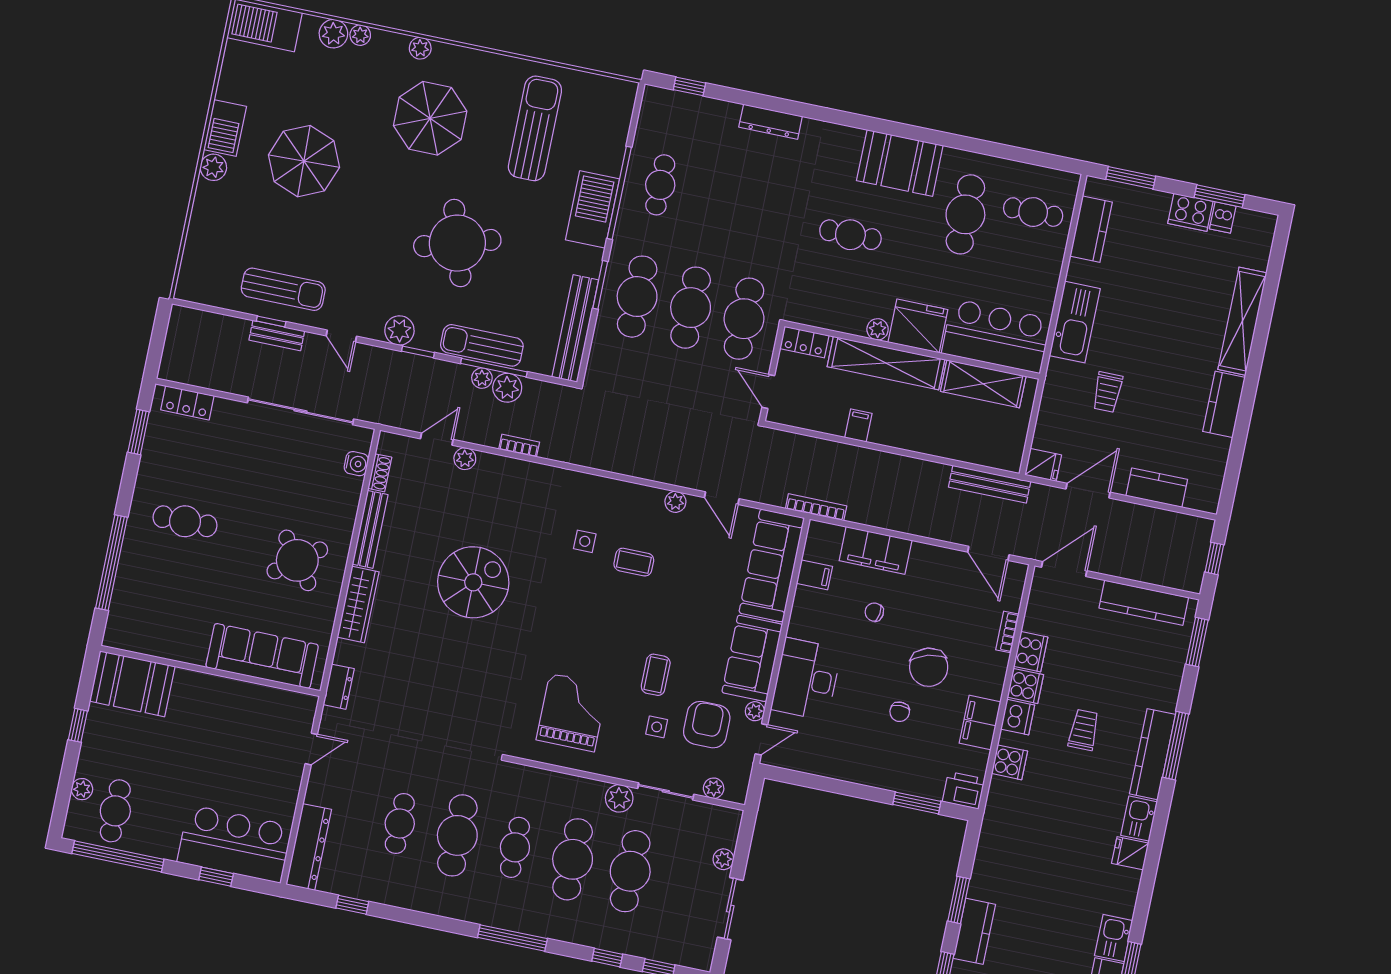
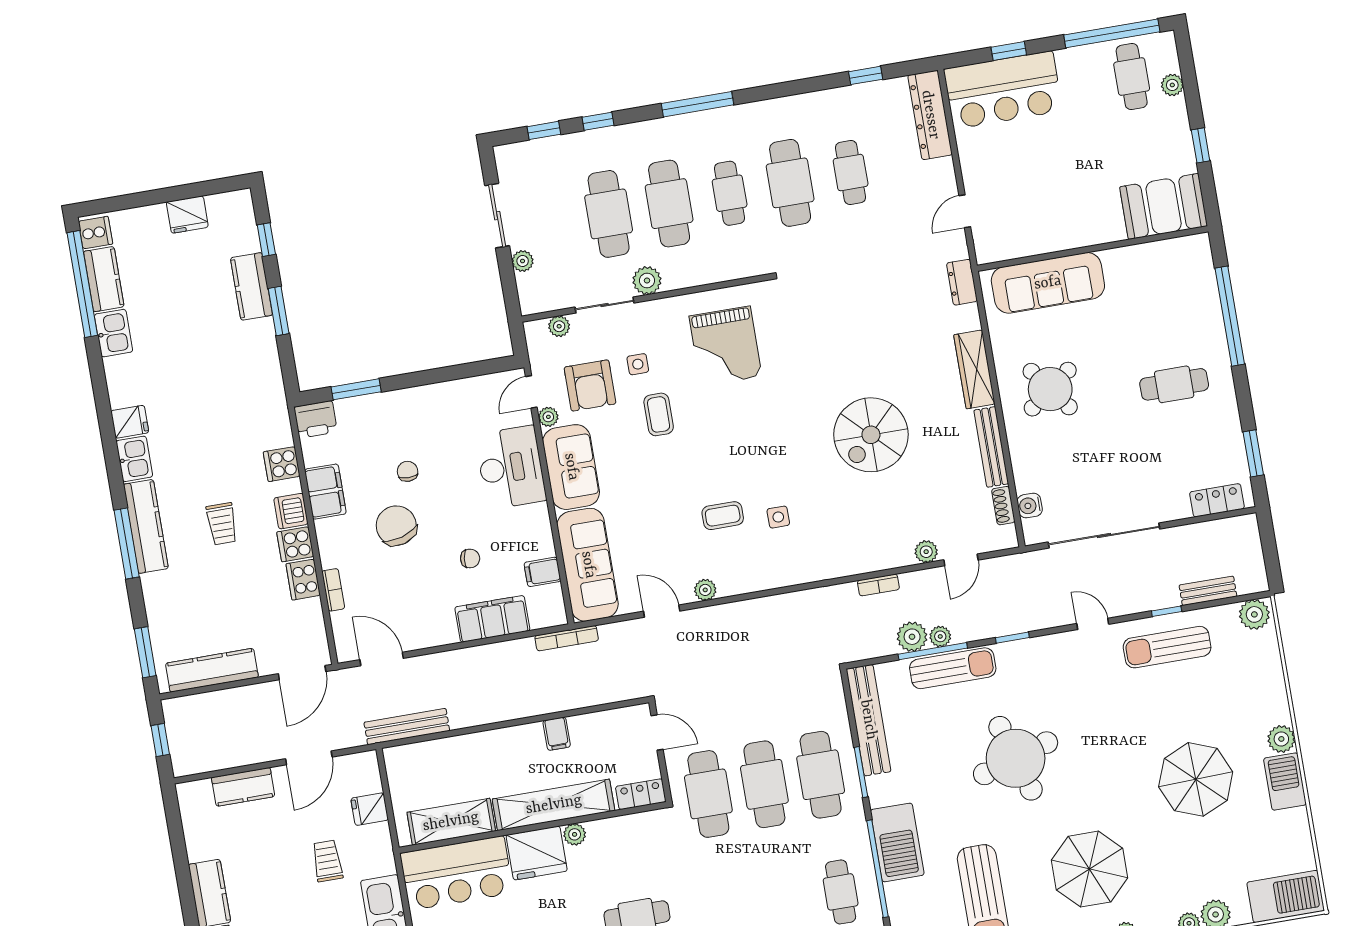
plant: (399, 330) -> (1254, 614), moved
bench: (277, 336) -> (1208, 591), moved
fridge: (1043, 465) -> (370, 809), moved

